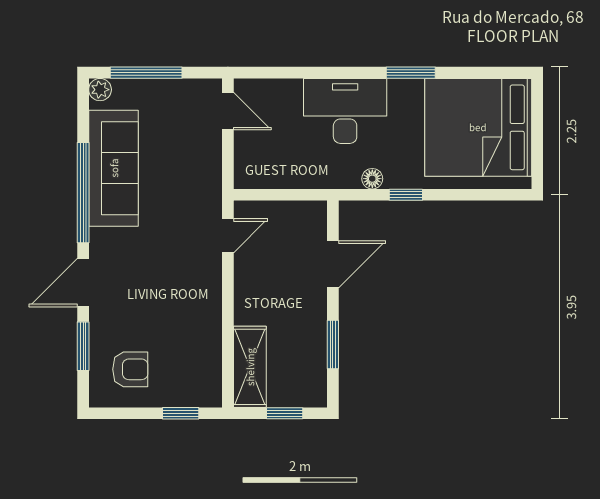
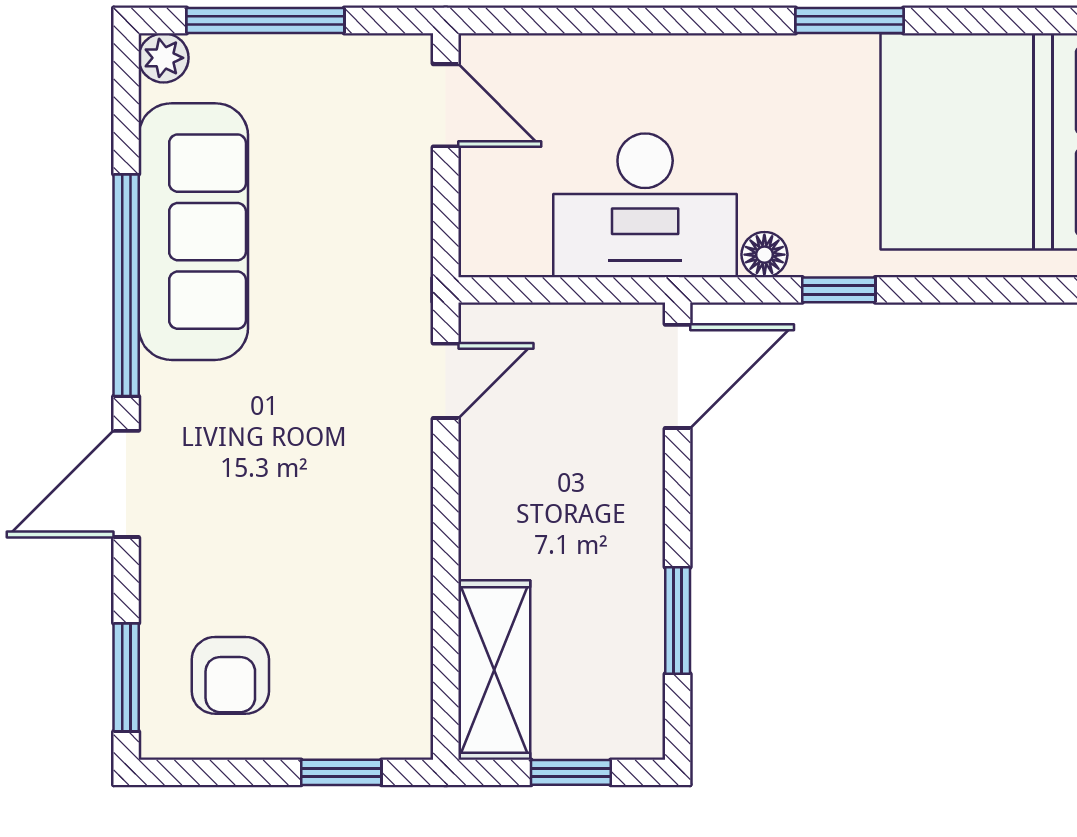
desk: (345, 111) -> (645, 205), moved, turned 180
door: (333, 264) -> (678, 376), moved
window: (83, 346) -> (126, 677), moved
armchair: (130, 369) -> (230, 675), turned 90

